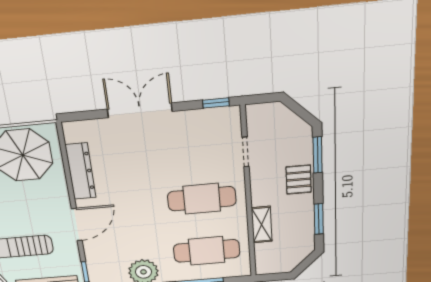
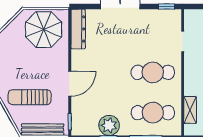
dresser: (81, 171) -> (78, 29), moved
shelving: (262, 225) -> (190, 110), moved

